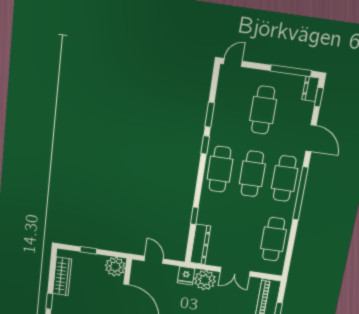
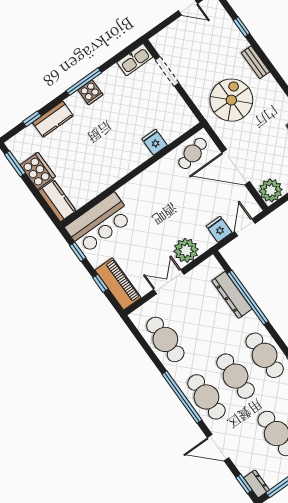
window: (194, 216) -> (248, 297), width x3.17
dresser: (200, 244) -> (232, 295), moved
door: (154, 260) -> (245, 227), swing flipped
fridge: (186, 276) -> (219, 229), moved

